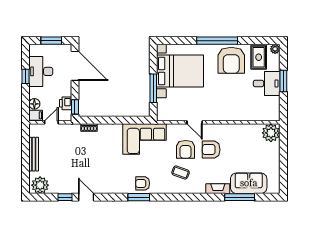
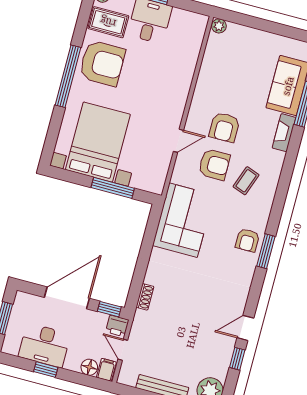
door: (75, 66) -> (67, 298), moved
printer: (66, 103) -> (117, 326), moved
plant: (271, 133) -> (219, 26), width x0.53, depth x0.53

